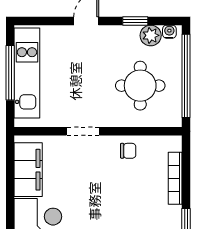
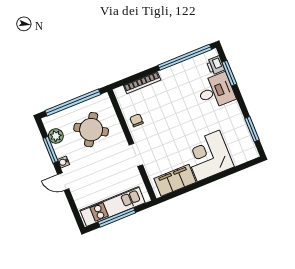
window: (135, 21) -> (50, 150), width x1.50
water cooler: (169, 32) -> (63, 162), moved
round table: (140, 86) -> (91, 130), turned 31

